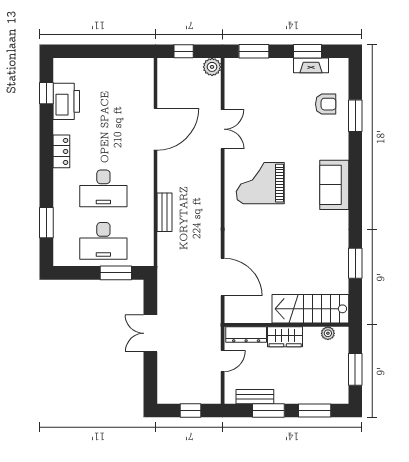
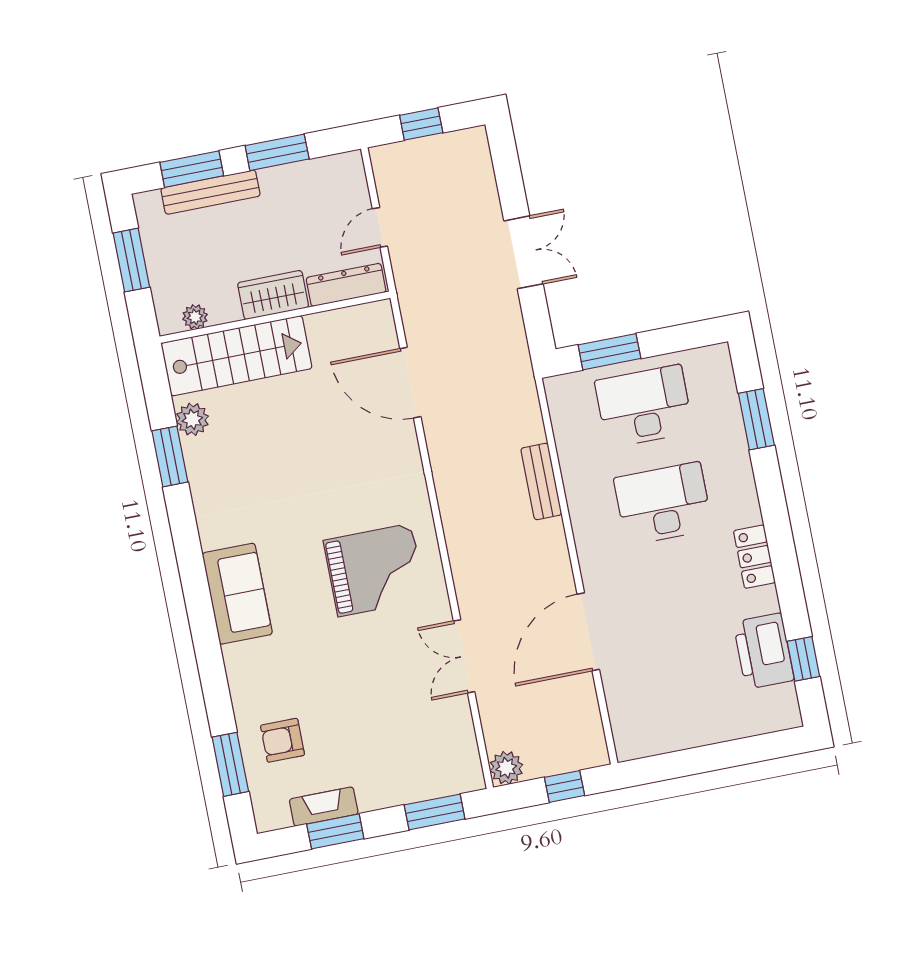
window: (355, 116) -> (230, 764), moved
plant: (340, 280) -> (192, 419), added
bench: (255, 397) -> (210, 192), moved, width x1.36

